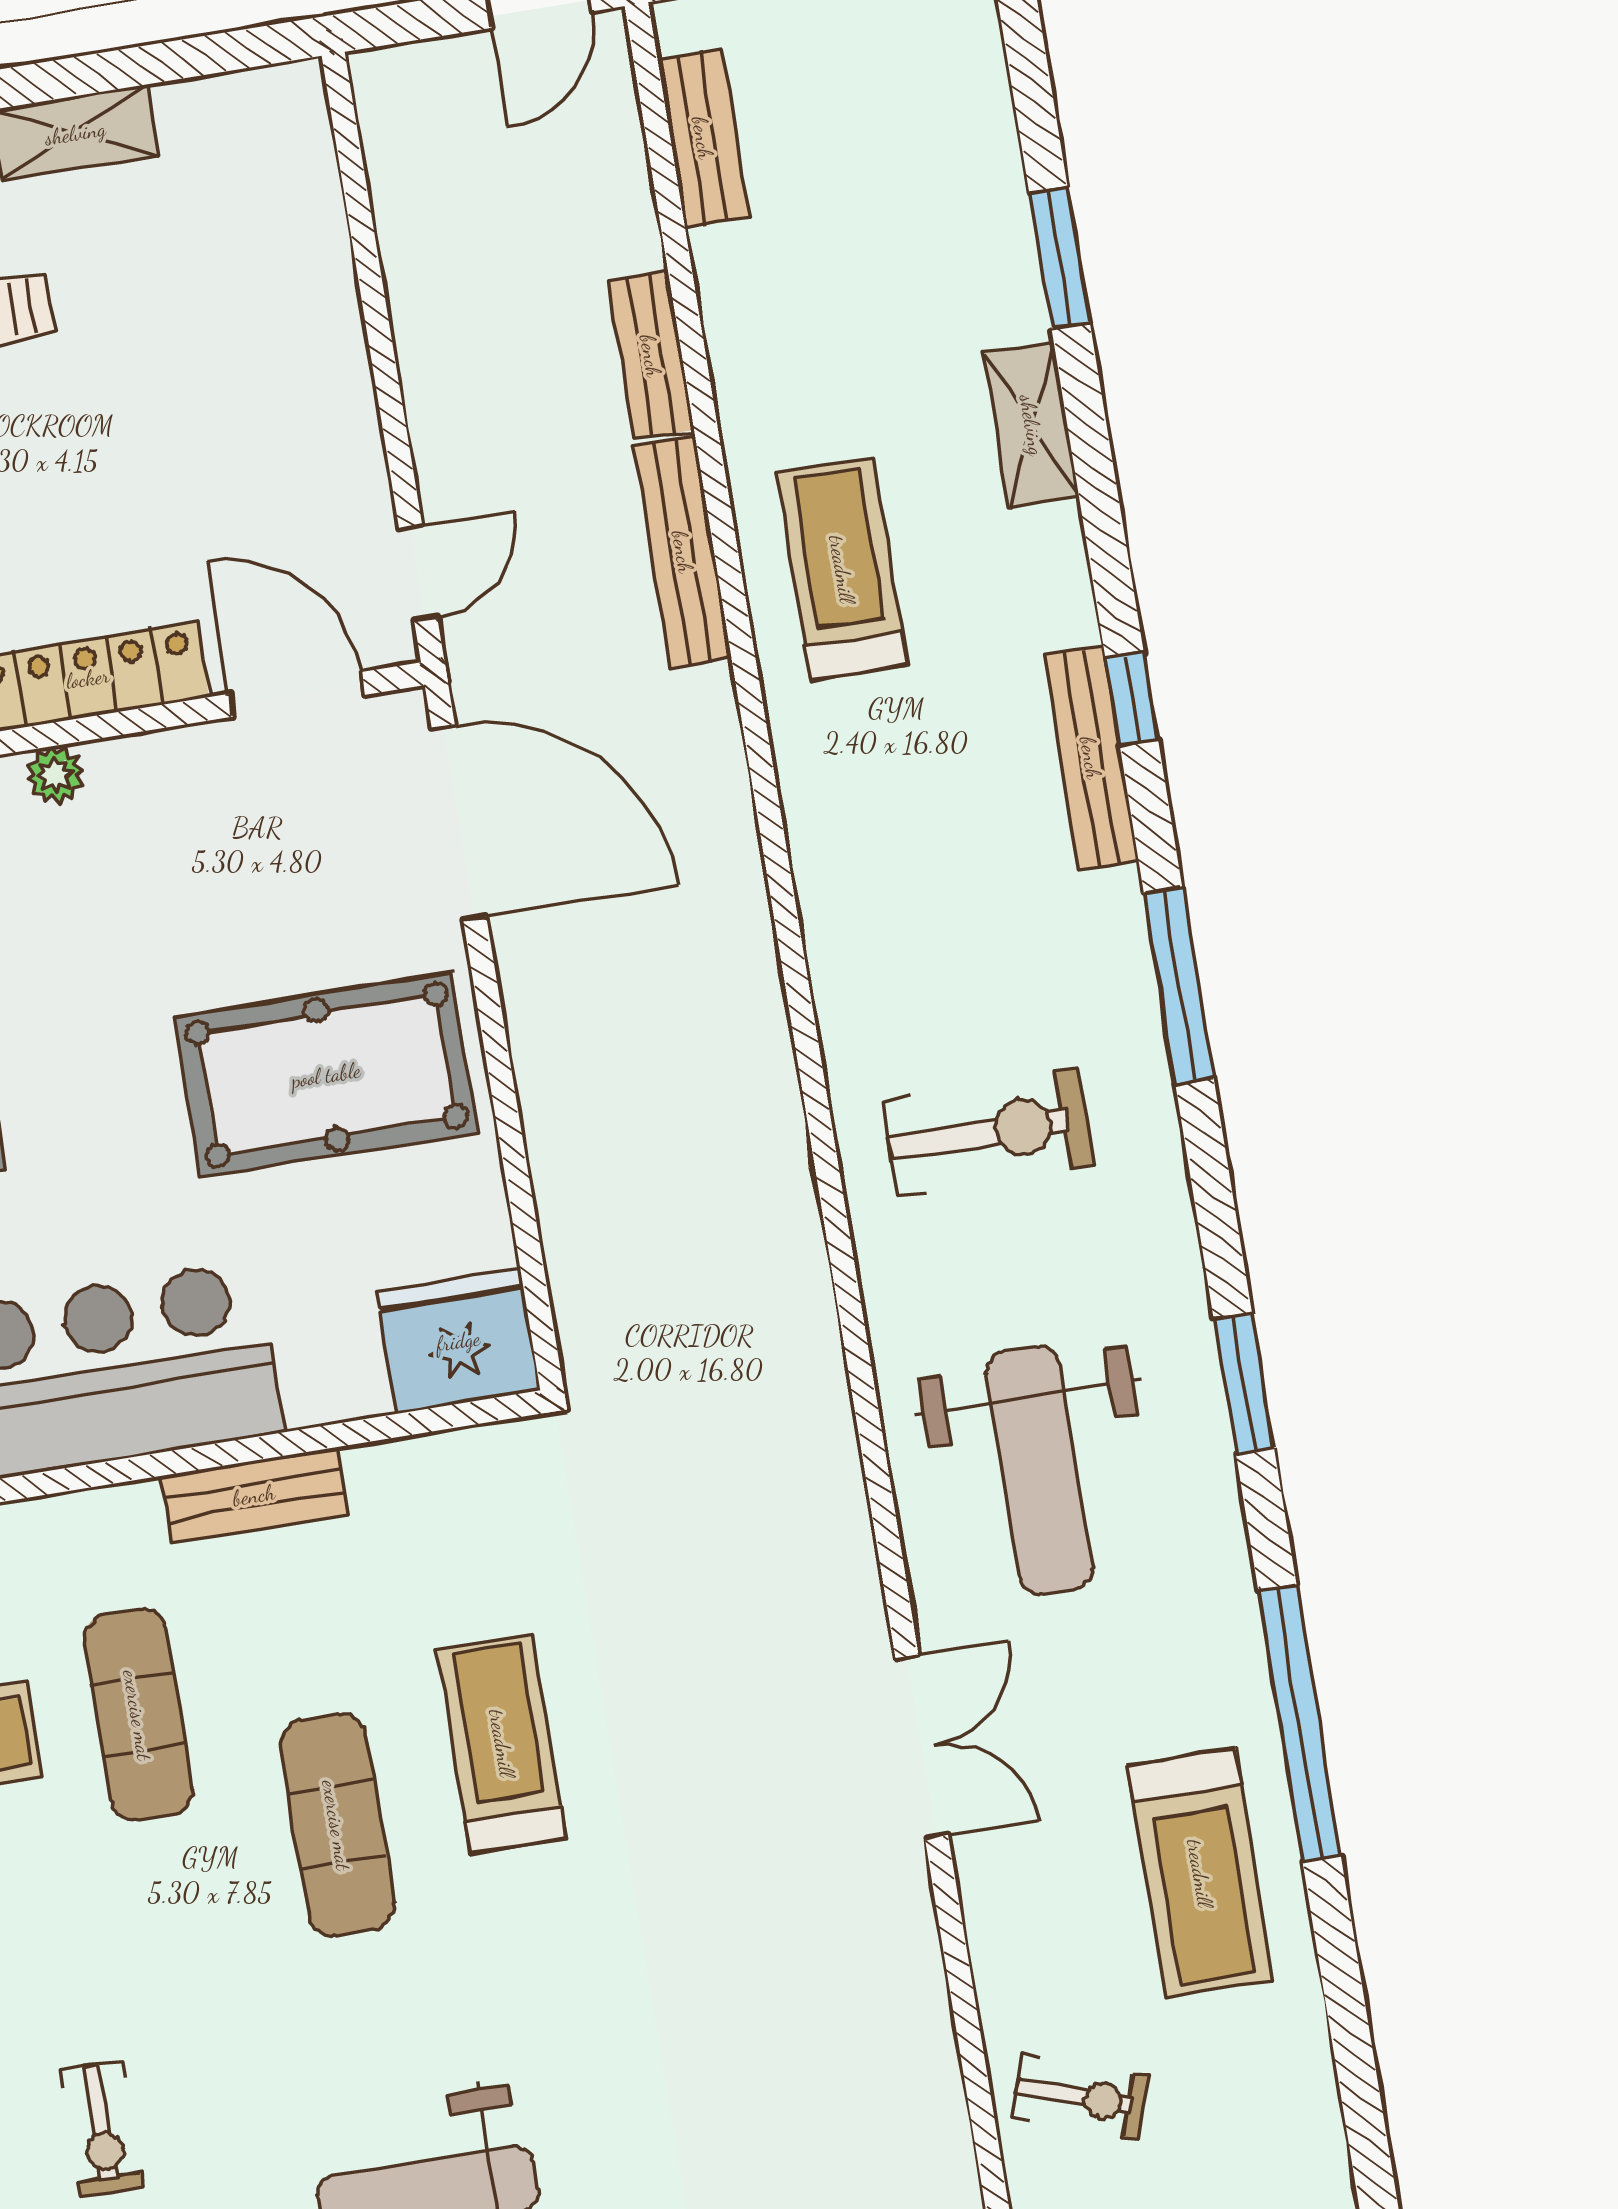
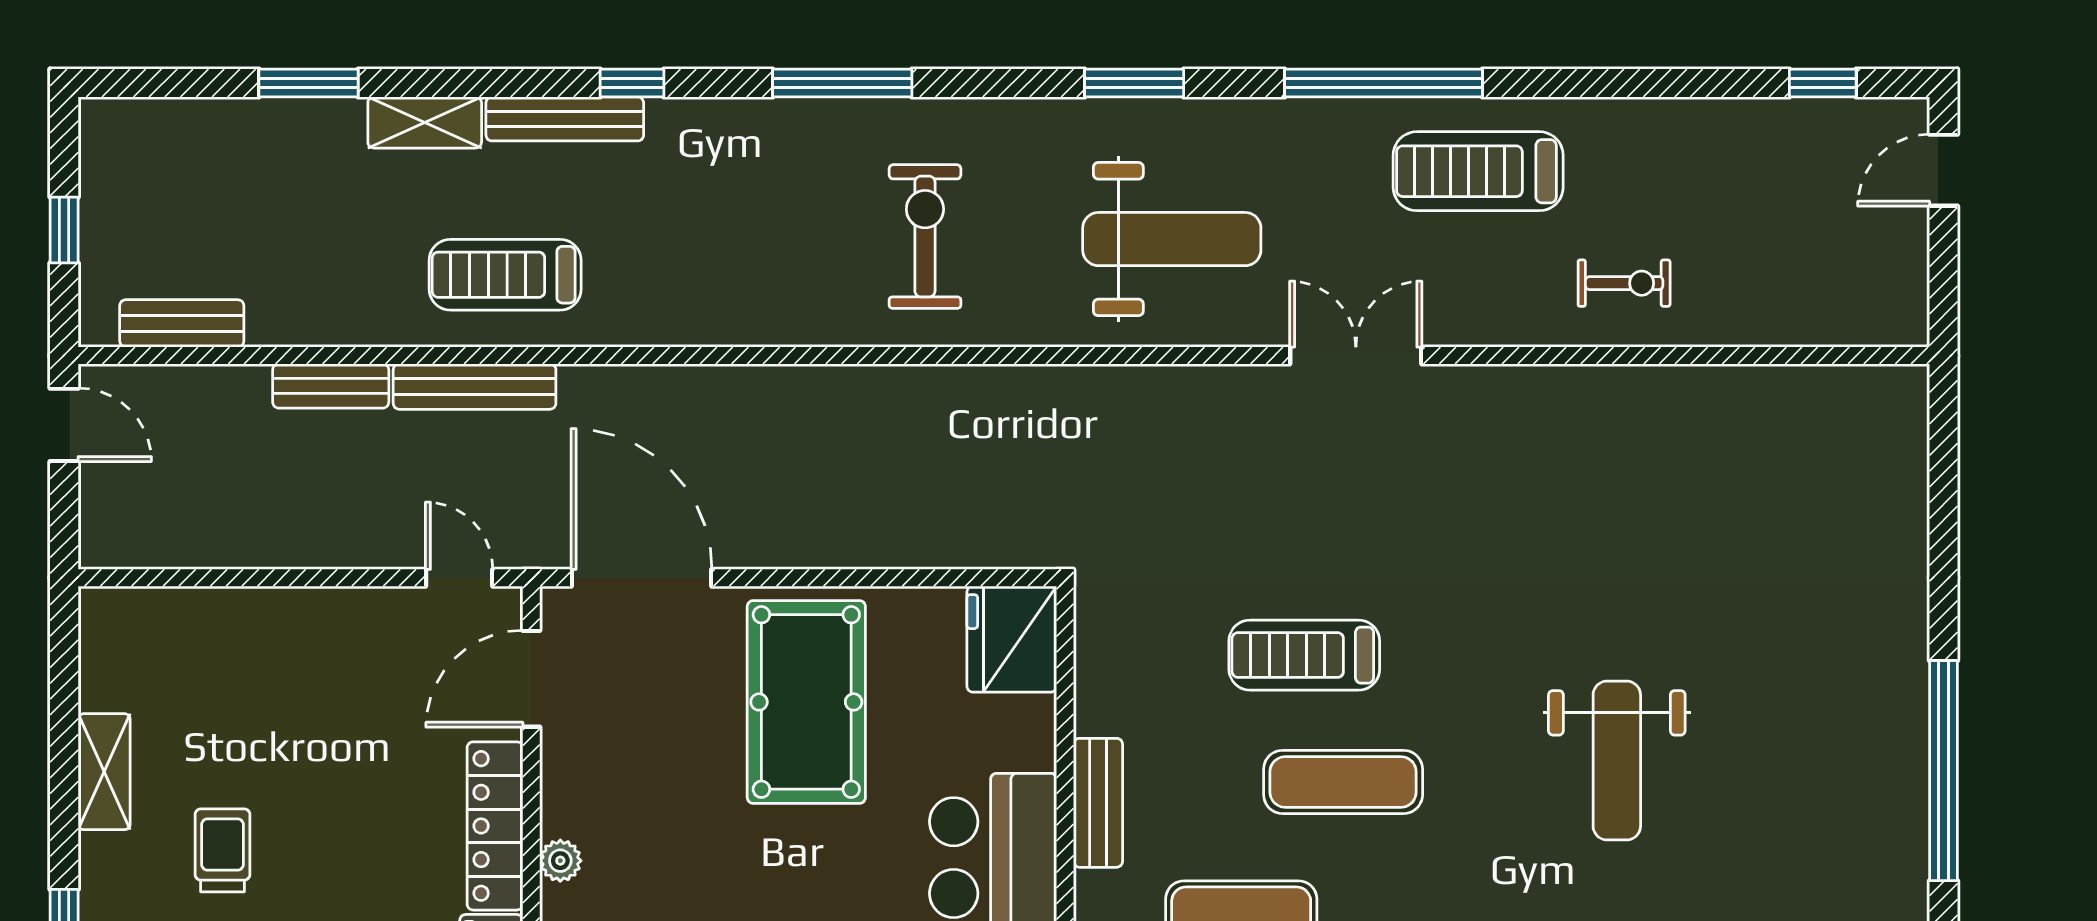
bench: (1091, 758) -> (565, 119), moved
door: (459, 822) -> (642, 578), hinge flipped
treadmill: (1200, 1873) -> (1478, 171), turned 180
exercise bike: (1080, 2097) -> (1624, 283), turned 71

